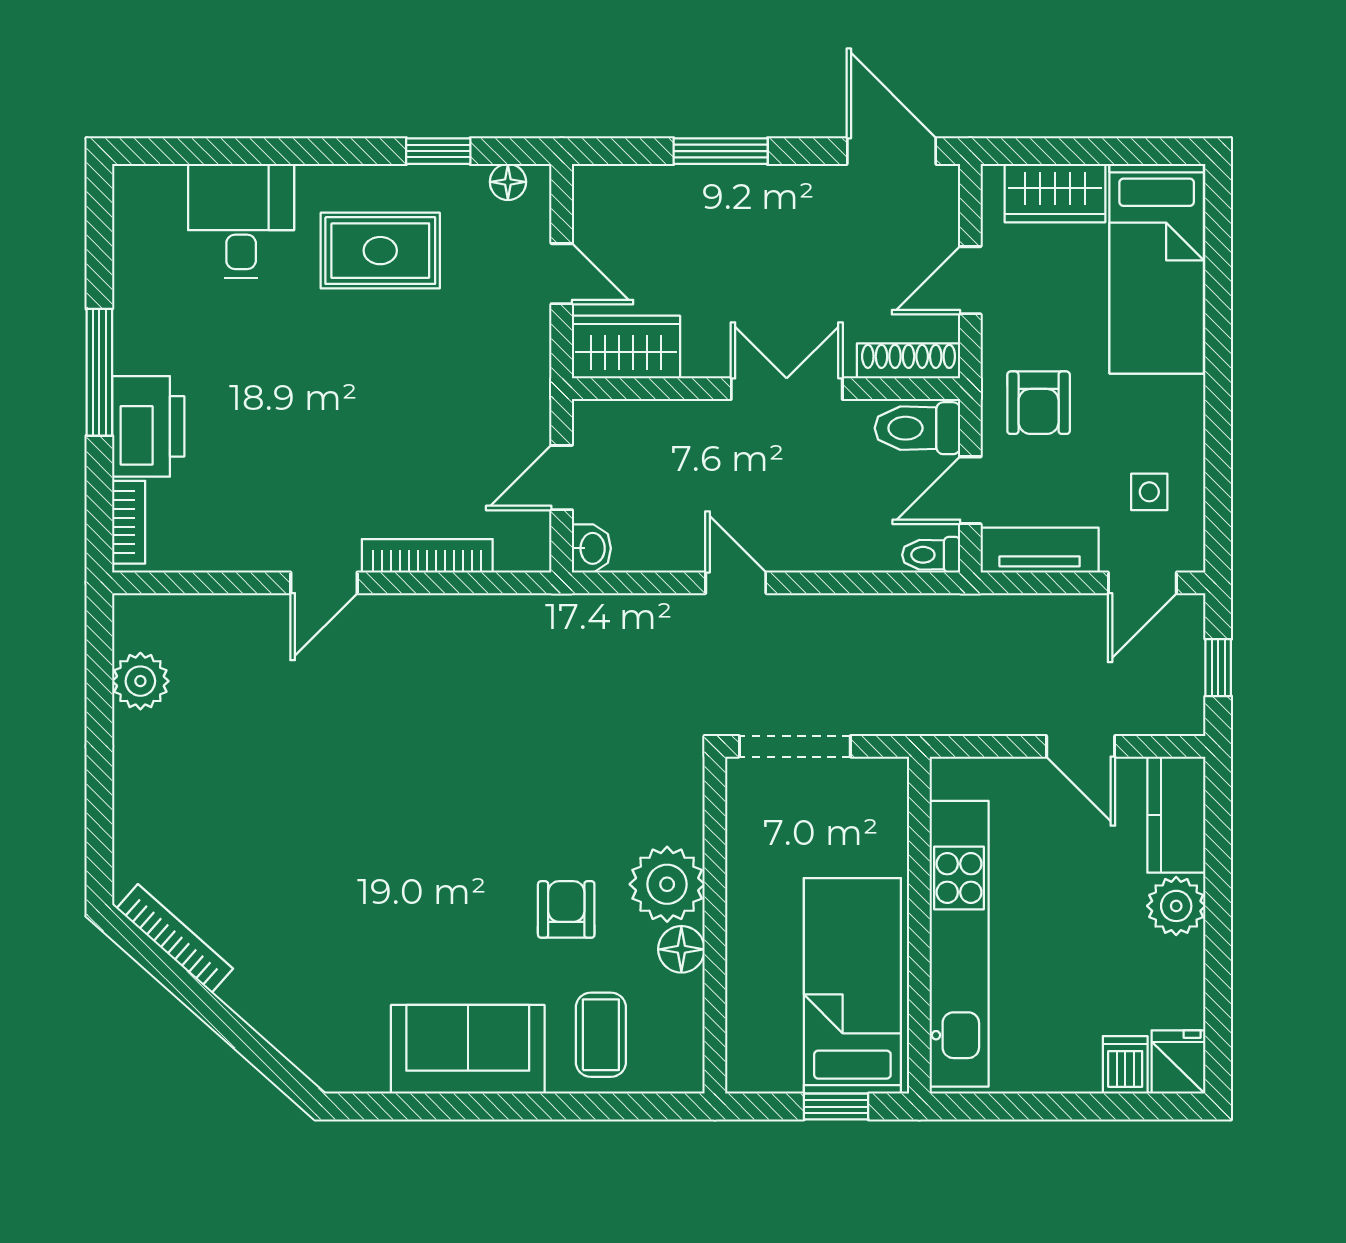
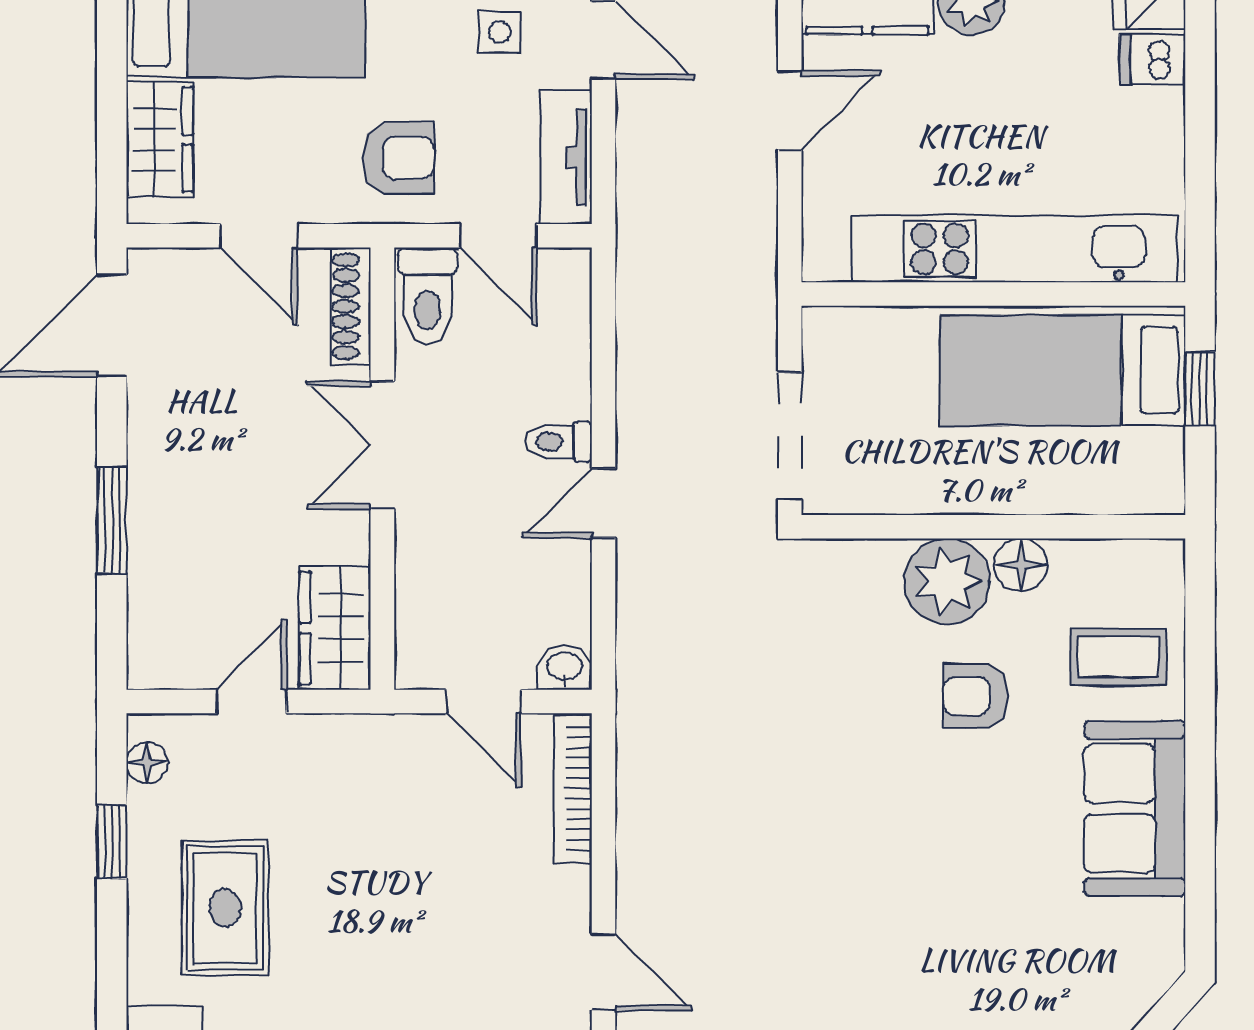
toilet: (931, 555) -> (559, 442), moved, turned 90
bookcase: (427, 556) -> (573, 789), moved

